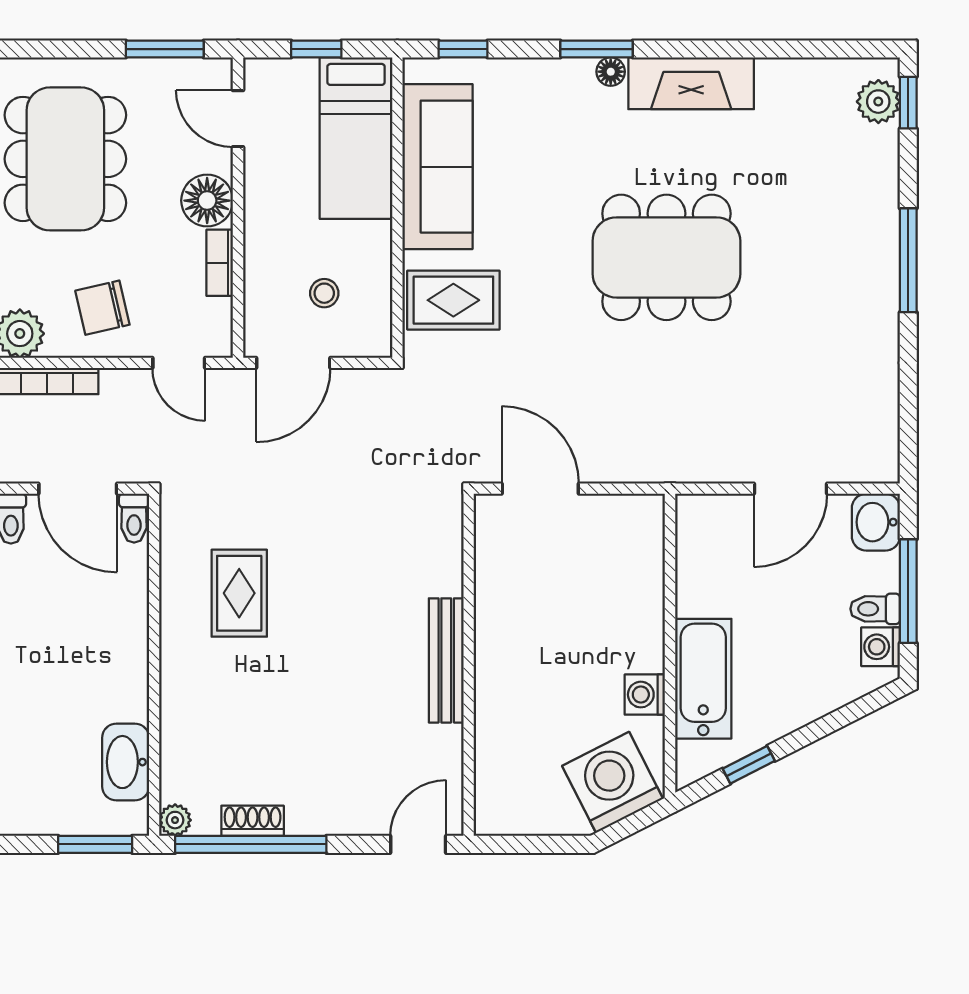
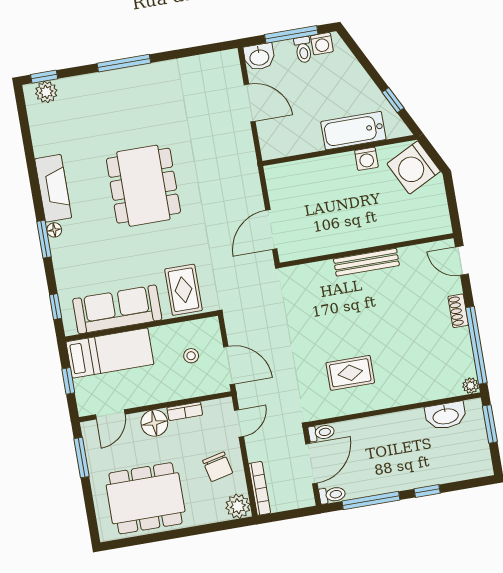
shoe rack: (253, 821) -> (458, 311), moved

